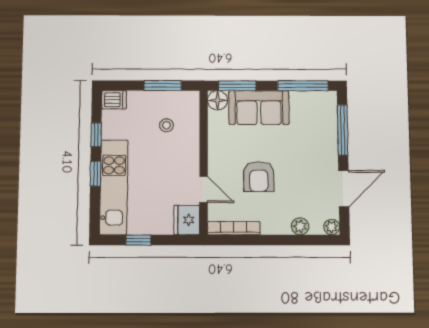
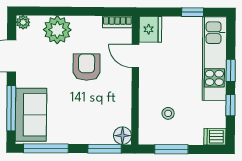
sofa: (259, 108) -> (31, 115), moved, turned 90
plant: (300, 226) -> (57, 30), width x1.88, depth x1.88
bookcase: (234, 228) -> (117, 22), width x0.64

